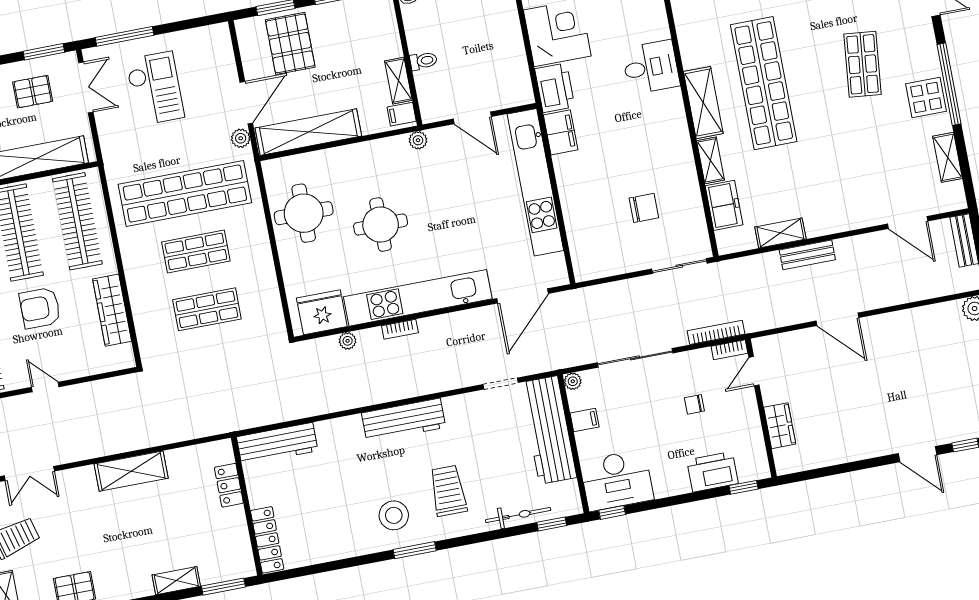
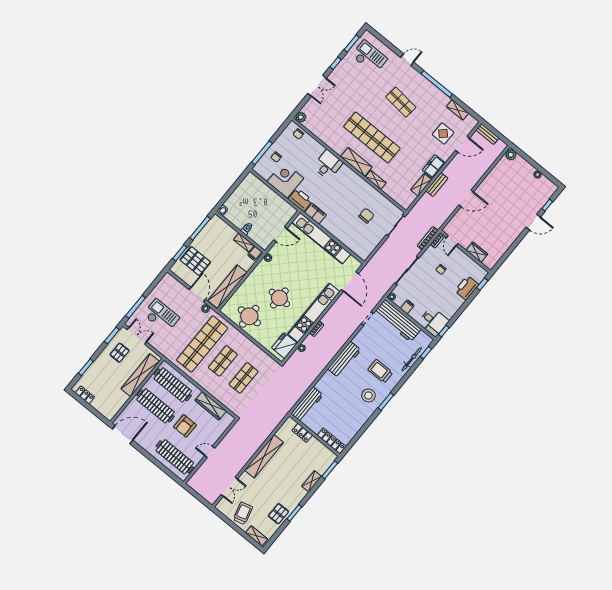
display table: (926, 97) -> (443, 134), moved
freezer: (724, 205) -> (434, 167), moved, turned -90
shelving: (131, 471) -> (264, 456), width x1.47
desk: (617, 480) -> (433, 322), width x0.73

